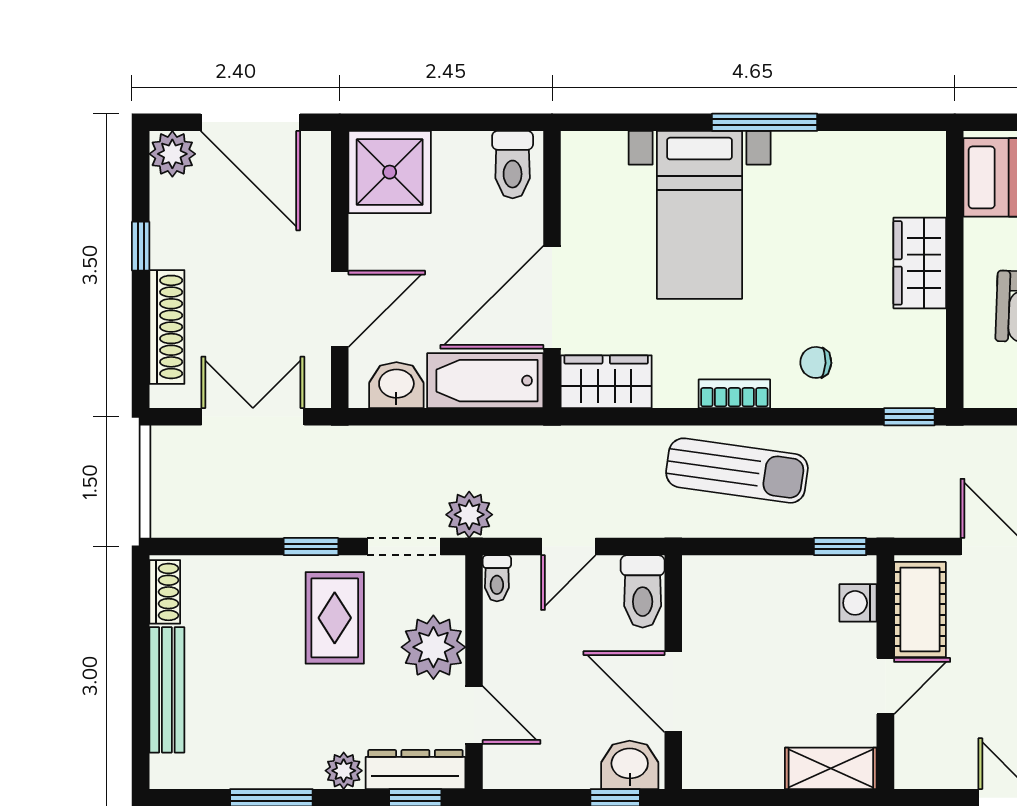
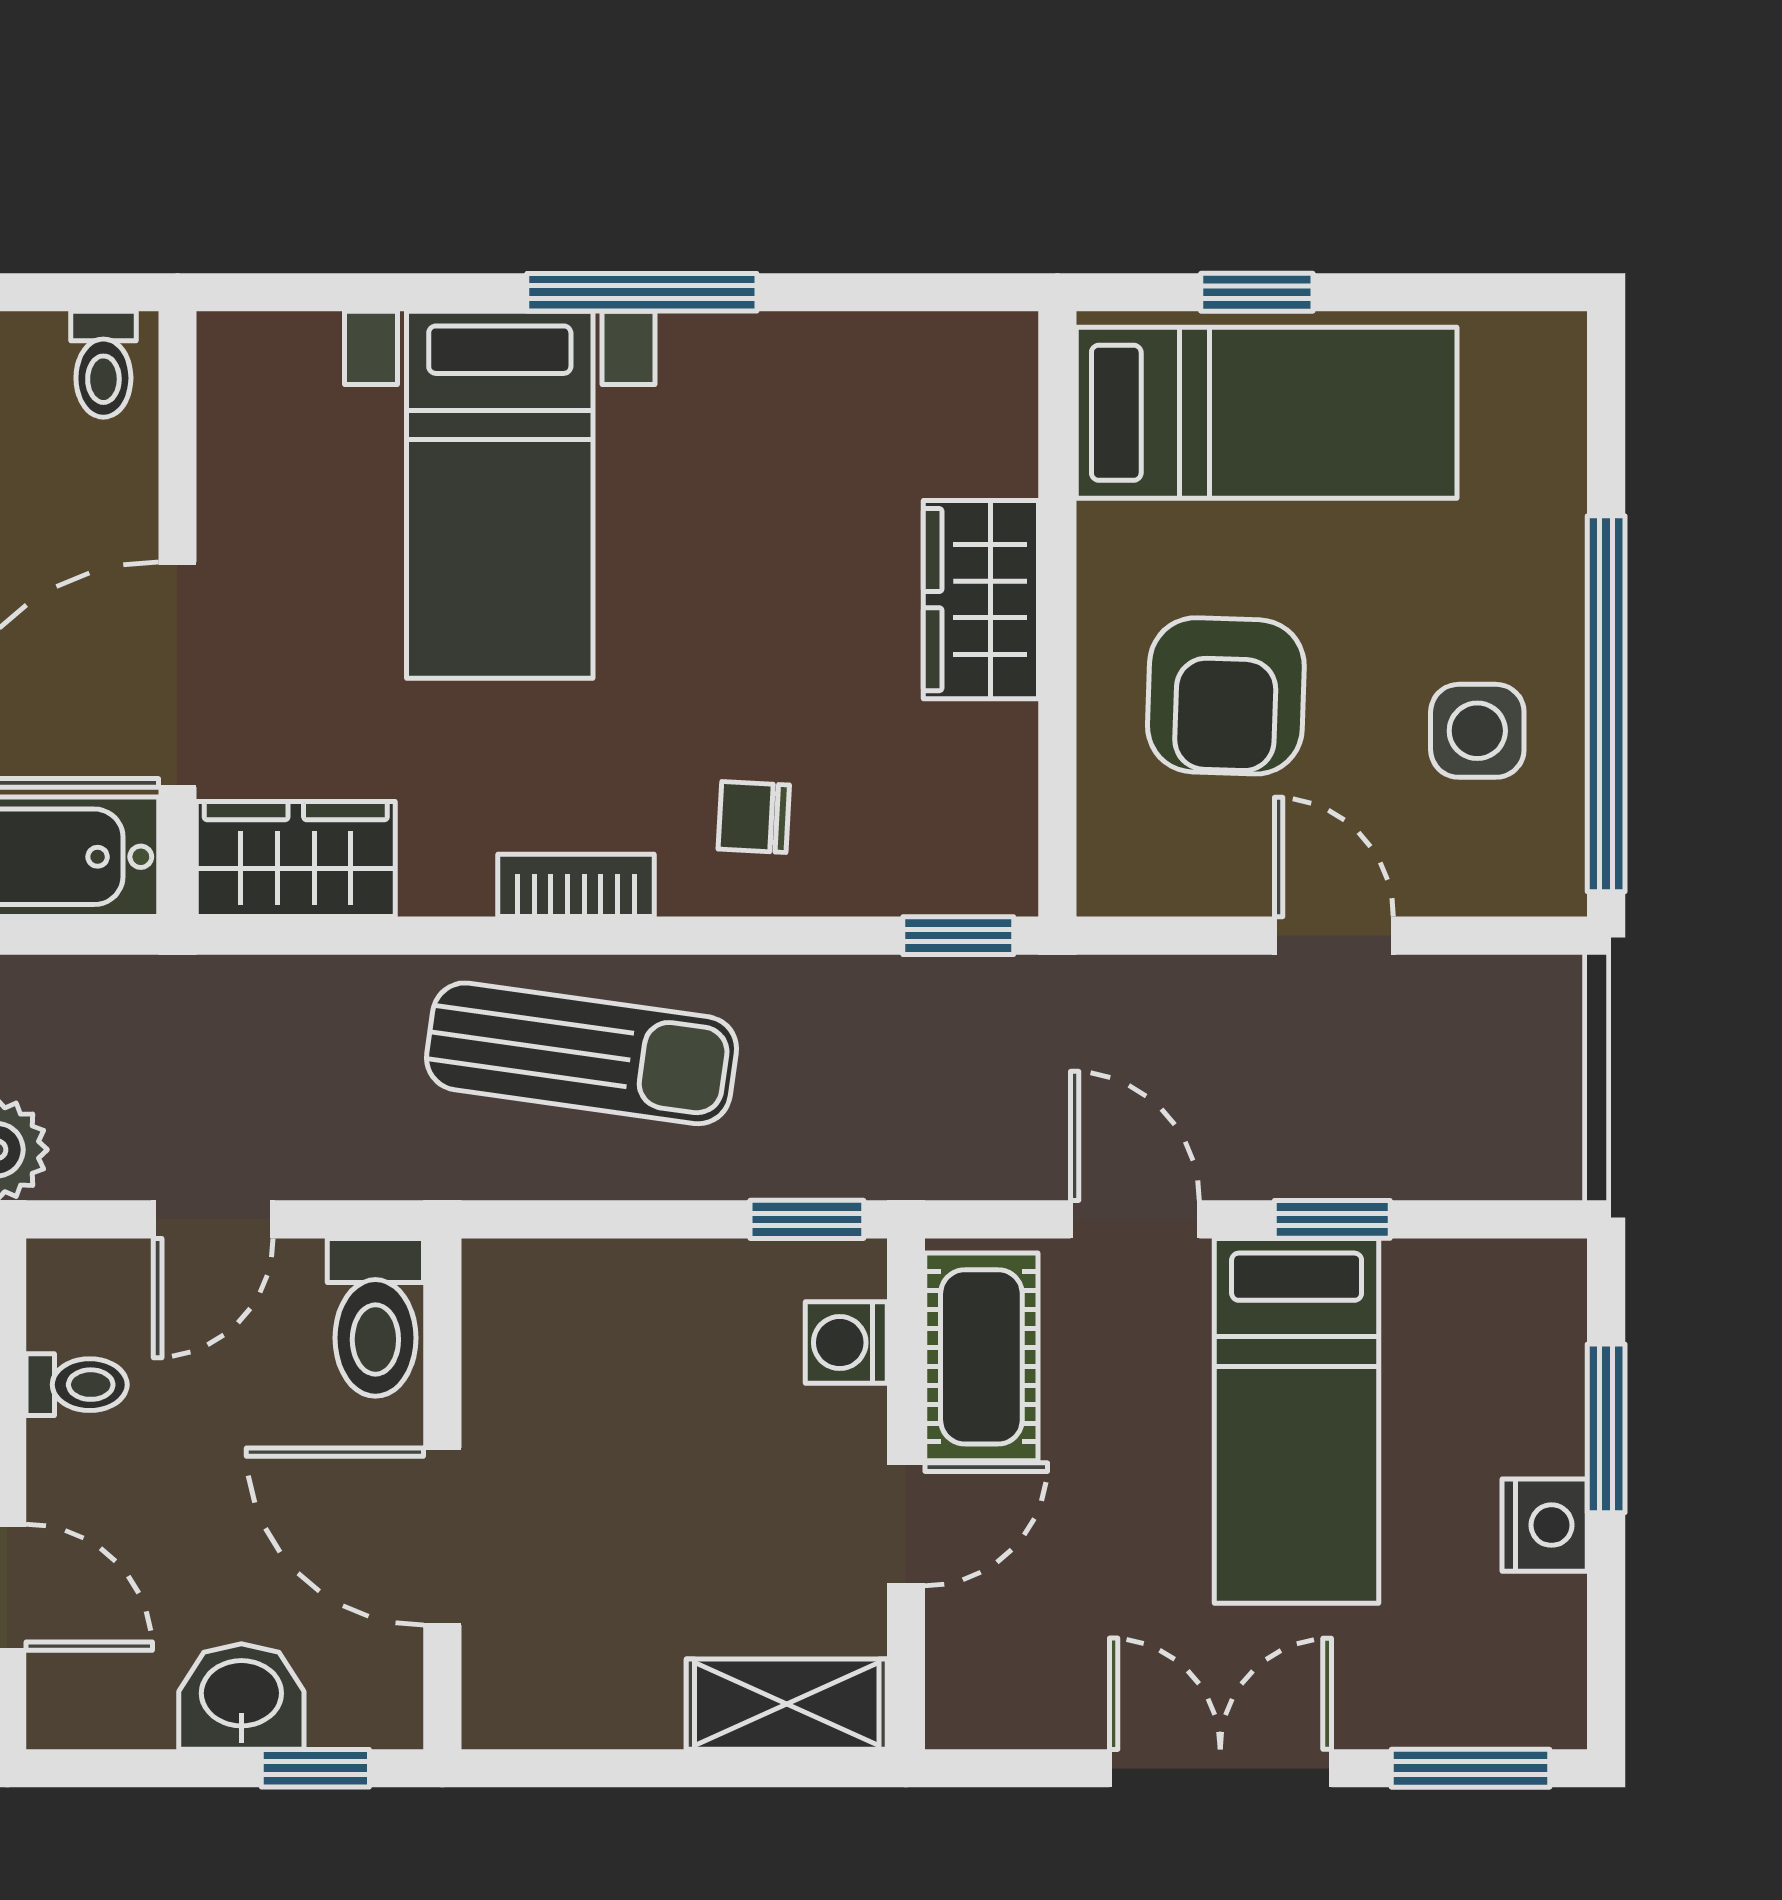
toilet: (513, 165) -> (103, 364), width x0.73, depth x0.72
toilet: (497, 578) -> (77, 1385), moved, turned -90
washbasin: (630, 765) -> (241, 1696), moved

